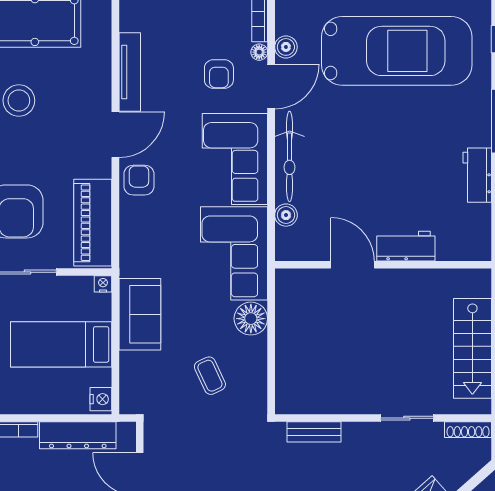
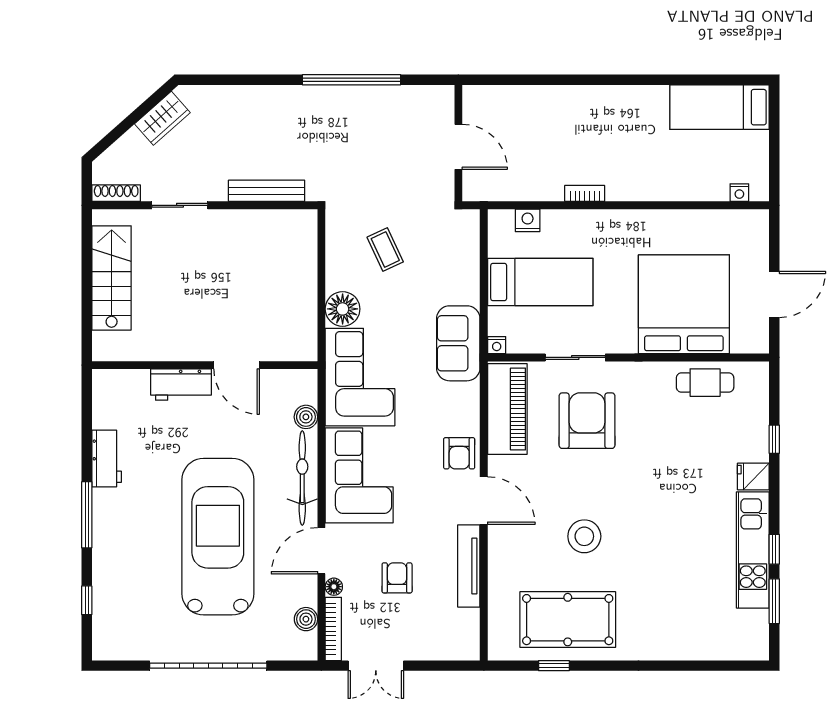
boiler: (286, 47) -> (306, 619), moved
car: (397, 51) -> (218, 537), moved, turned 90
armchair: (219, 74) -> (397, 578), moved
door: (115, 135) -> (484, 501), swing flipped
sofa: (140, 314) -> (458, 343), moved
nightstand: (101, 399) -> (528, 220), moved, turned 90
bench: (314, 432) -> (267, 191), width x1.36
dresser: (78, 435) -> (523, 187), removed

